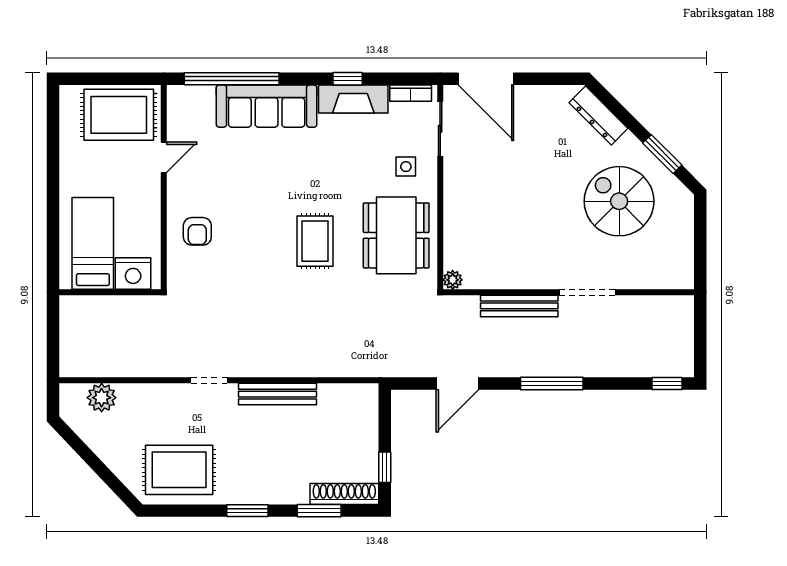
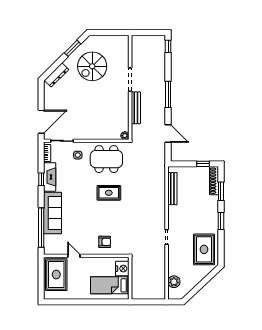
bench: (277, 394) -> (172, 189), moved

